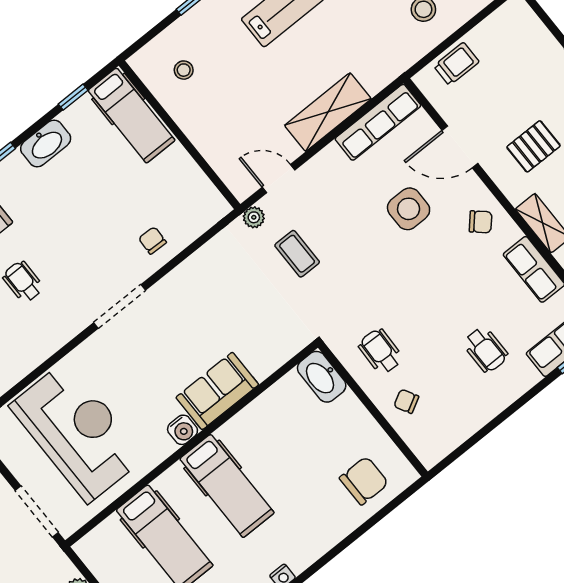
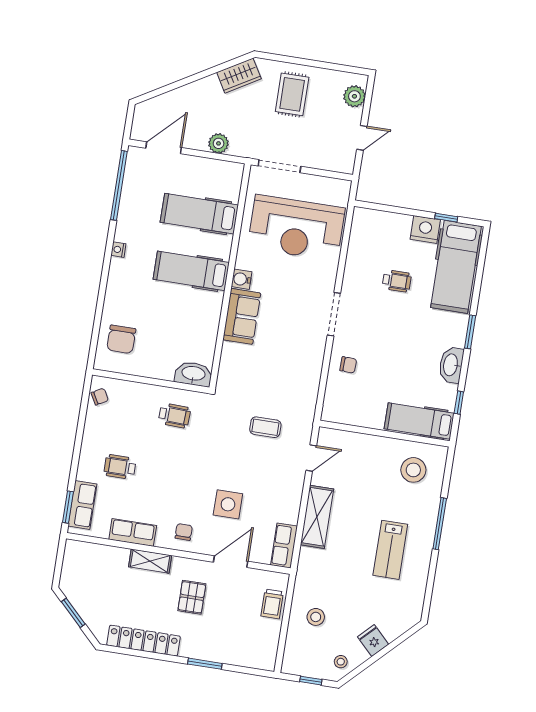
stool: (184, 70) -> (413, 470), width x1.89, depth x1.89
row of seats: (378, 122) -> (284, 546), width x0.68
plant: (254, 217) -> (306, 426), removed
chair: (481, 222) -> (184, 532), turned 138
chair: (406, 401) -> (100, 397), moved

